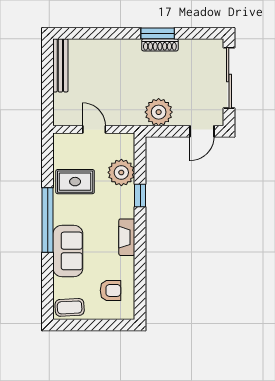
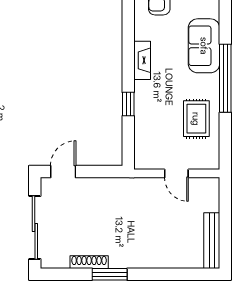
shoe rack: (160, 45) -> (89, 262), moved
plant: (159, 112) -> (109, 192), removed
plant: (121, 172) -> (148, 128), removed
rug: (75, 182) -> (196, 119), turned 90

